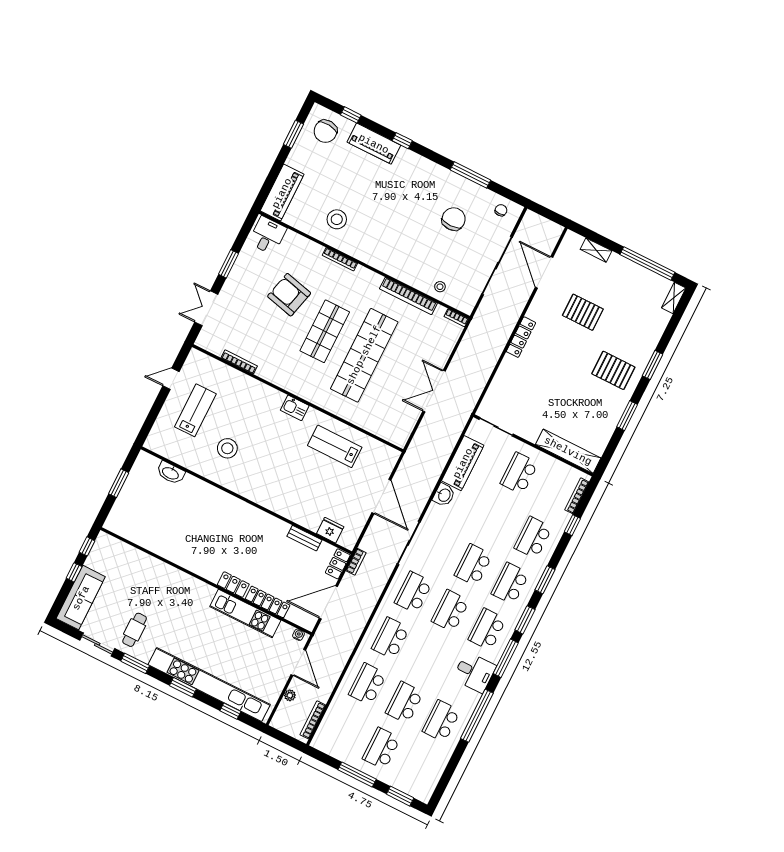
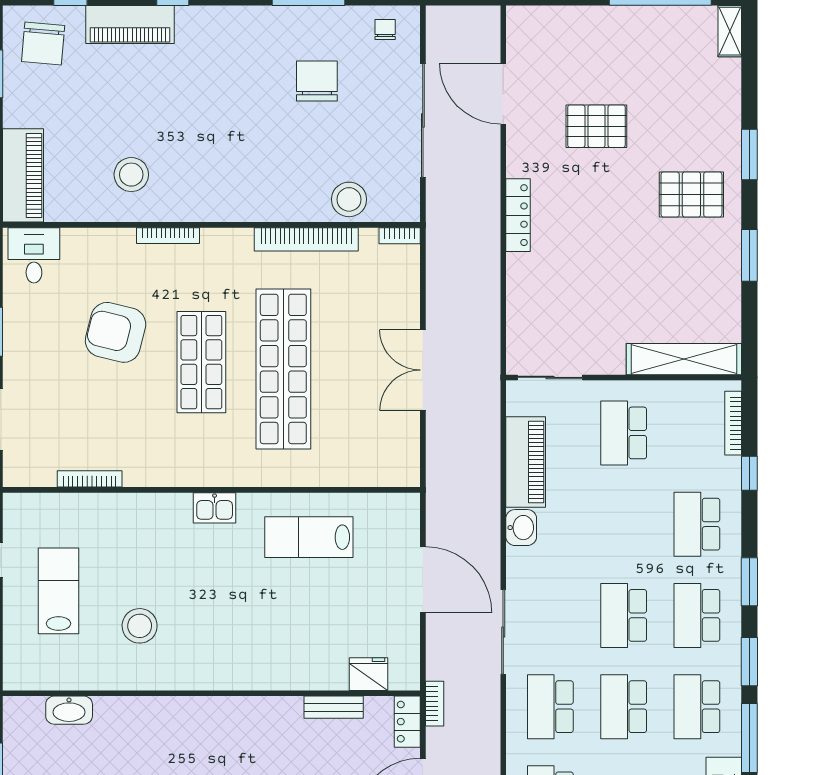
shelving: (596, 250) -> (568, 17), removed
stool: (440, 287) -> (349, 199), width x1.89, depth x1.89

